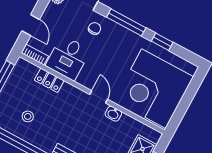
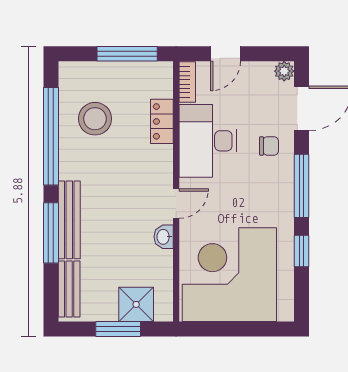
desk: (68, 58) -> (208, 141), width x1.37
stool: (28, 116) -> (95, 119), width x1.89, depth x1.89

